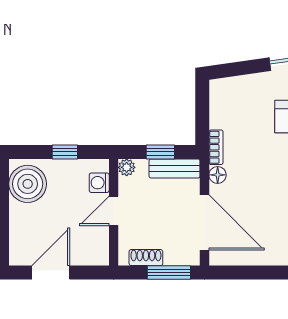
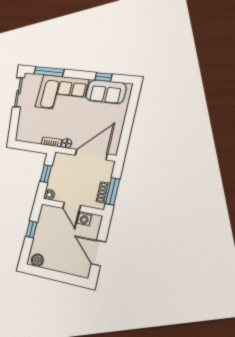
bench: (175, 169) -> (57, 167), removed
washing machine: (99, 183) -> (84, 218), moved
boiler: (28, 184) -> (37, 260), width x0.54, depth x0.54
window: (169, 273) -> (113, 191), moved

